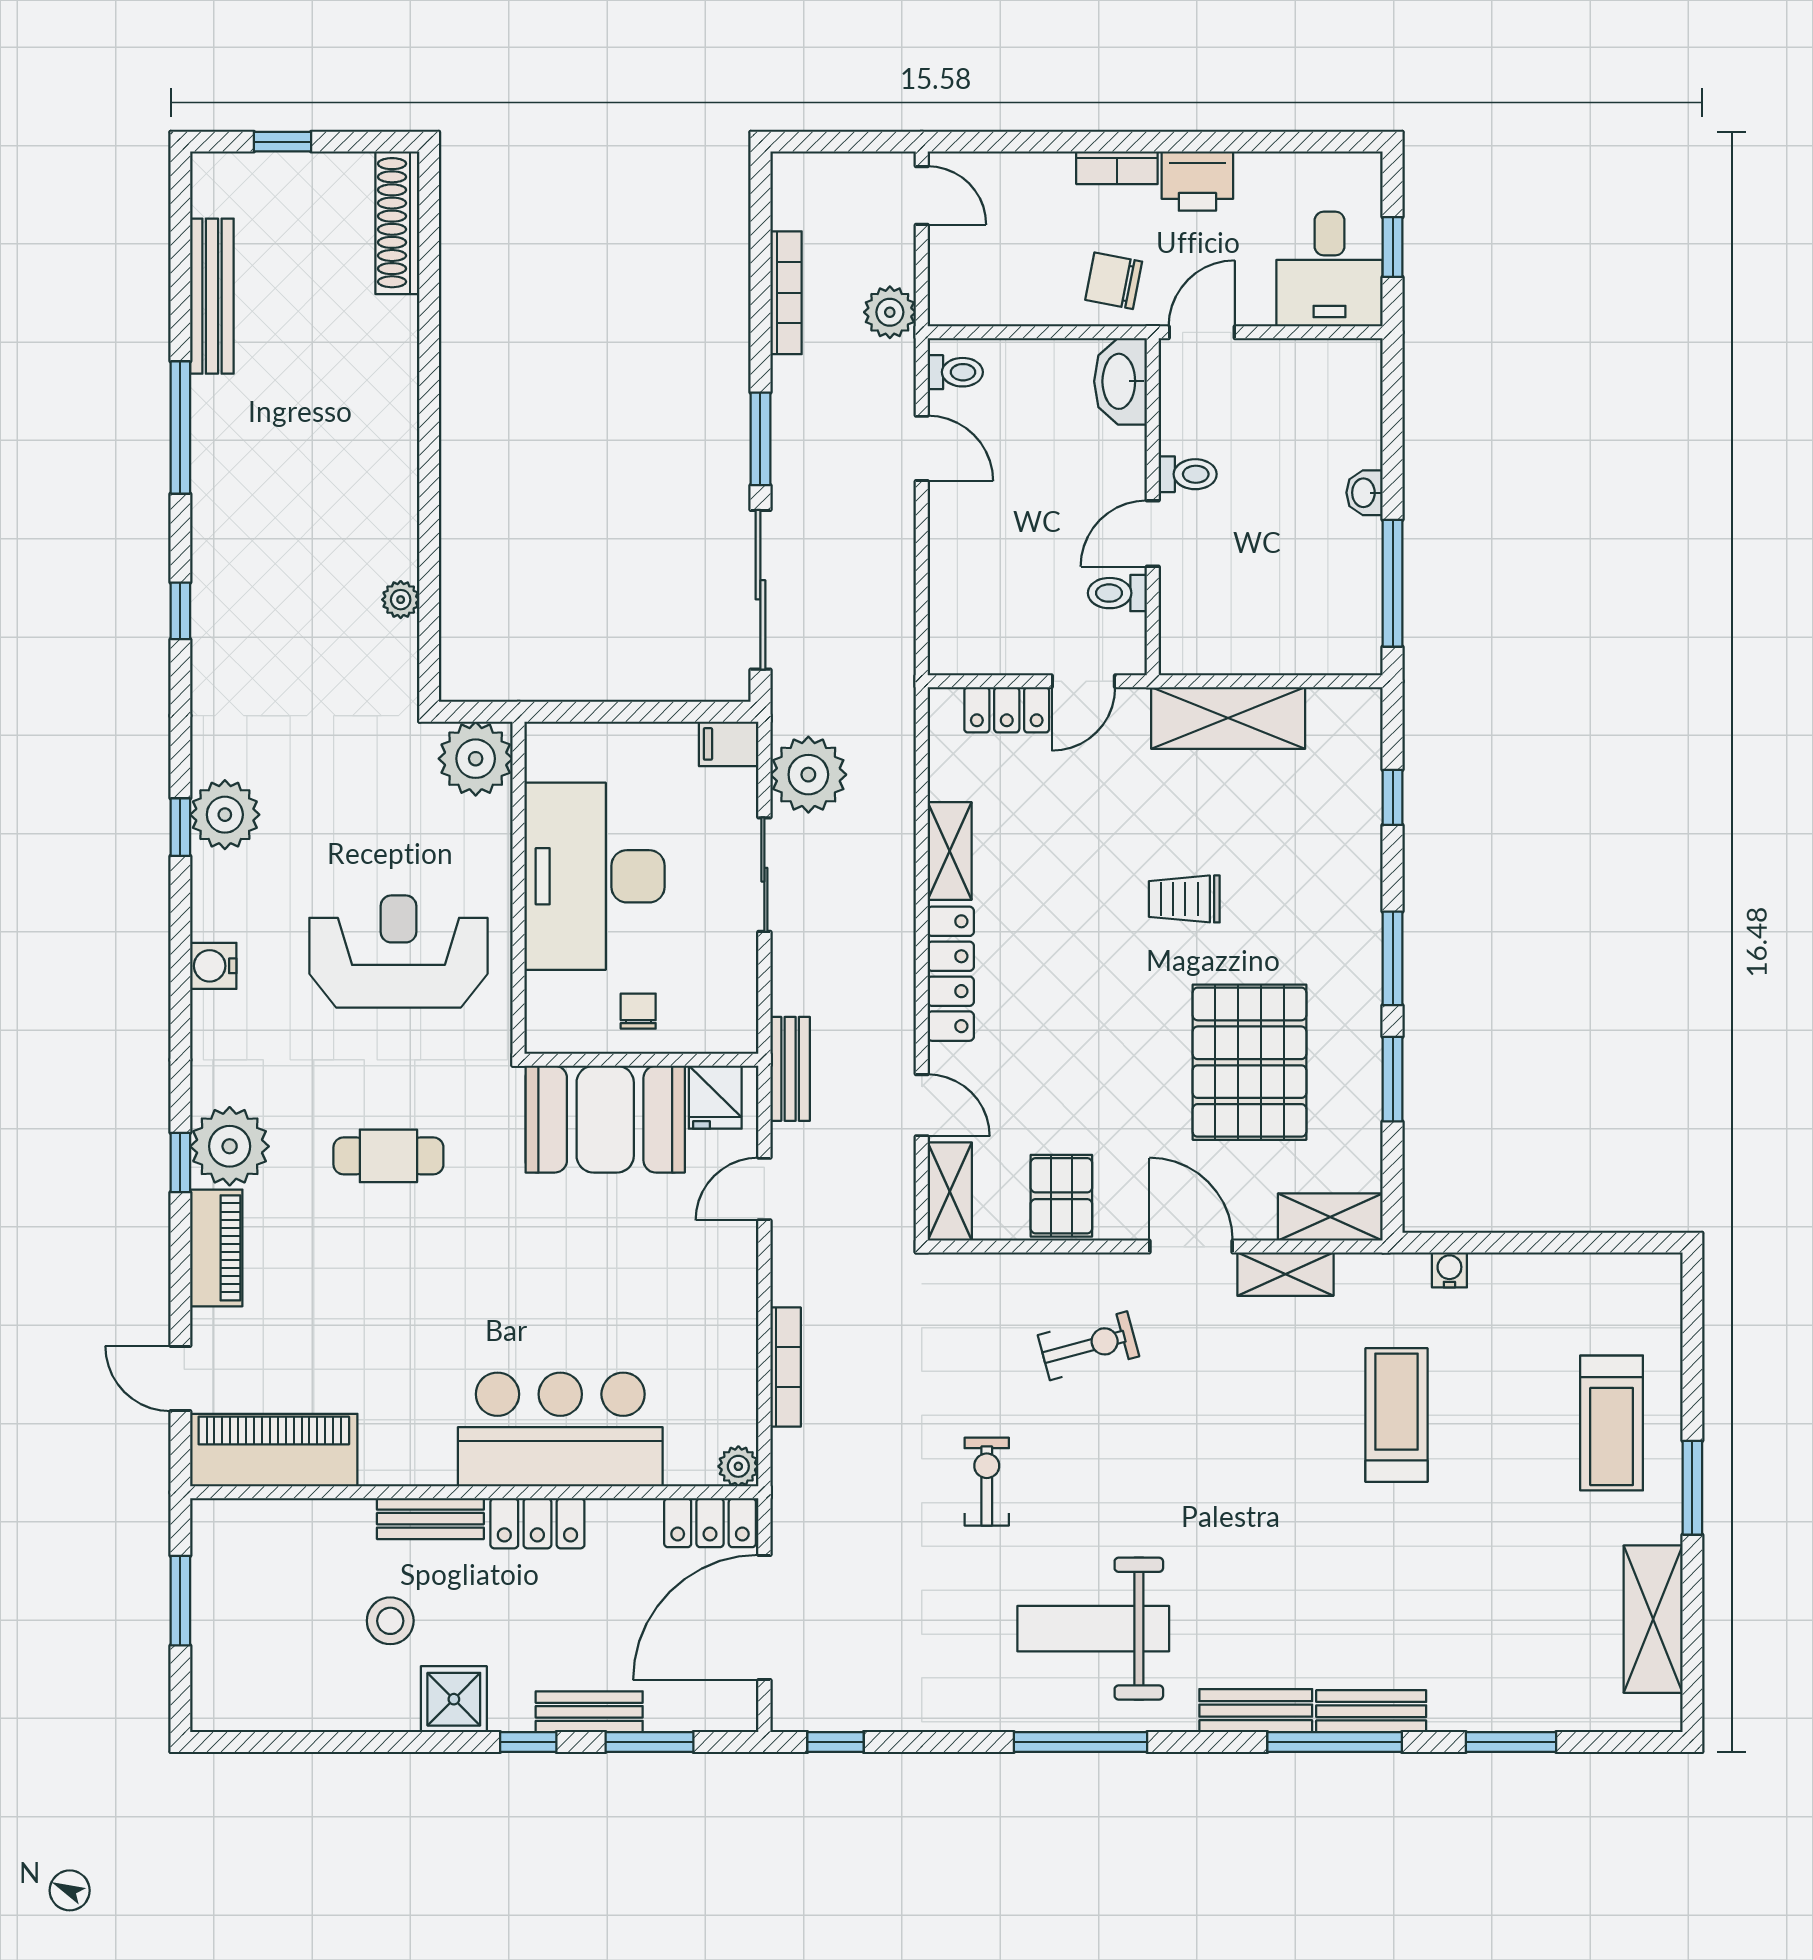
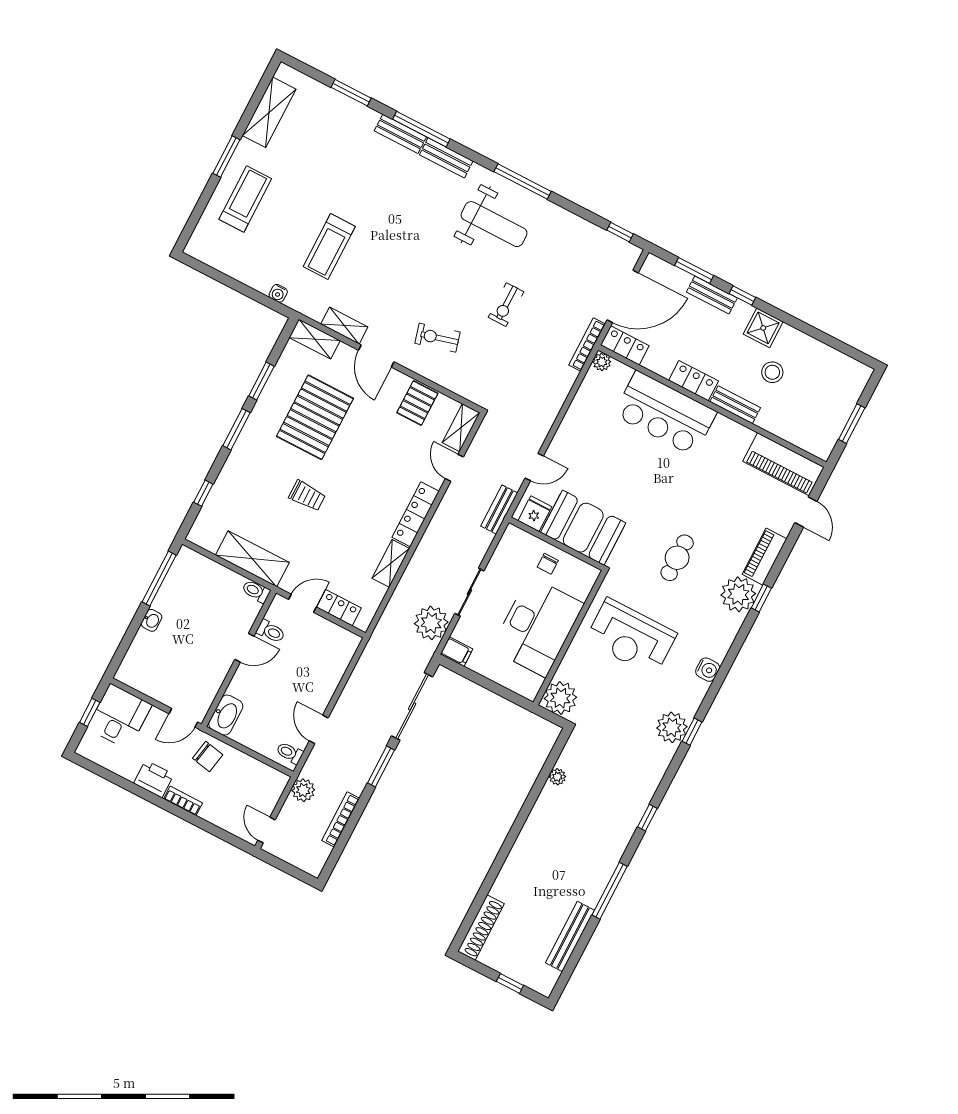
toilet: (1188, 474) -> (256, 591), moved
cafe table: (388, 1156) -> (677, 558), turned 90
bookcase: (786, 1367) -> (587, 344), moved

